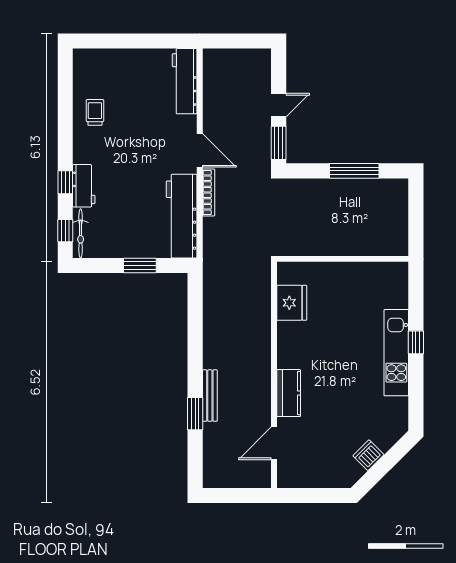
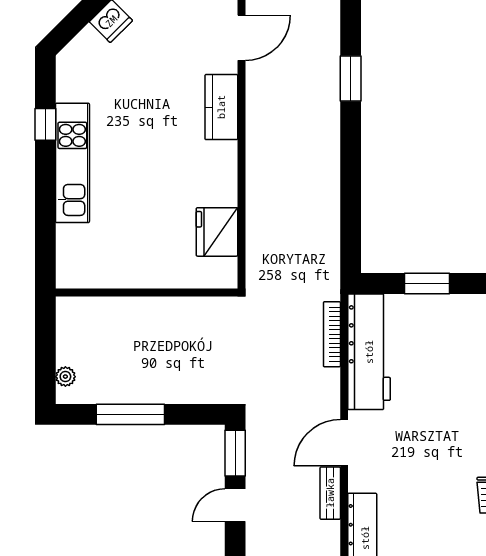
door: (200, 150) -> (344, 443), hinge flipped
bookcase: (209, 192) -> (332, 334), moved
plant: (401, 198) -> (65, 377), added
window: (416, 342) -> (45, 124), moved
bench: (210, 396) -> (330, 493), moved, width x0.73

